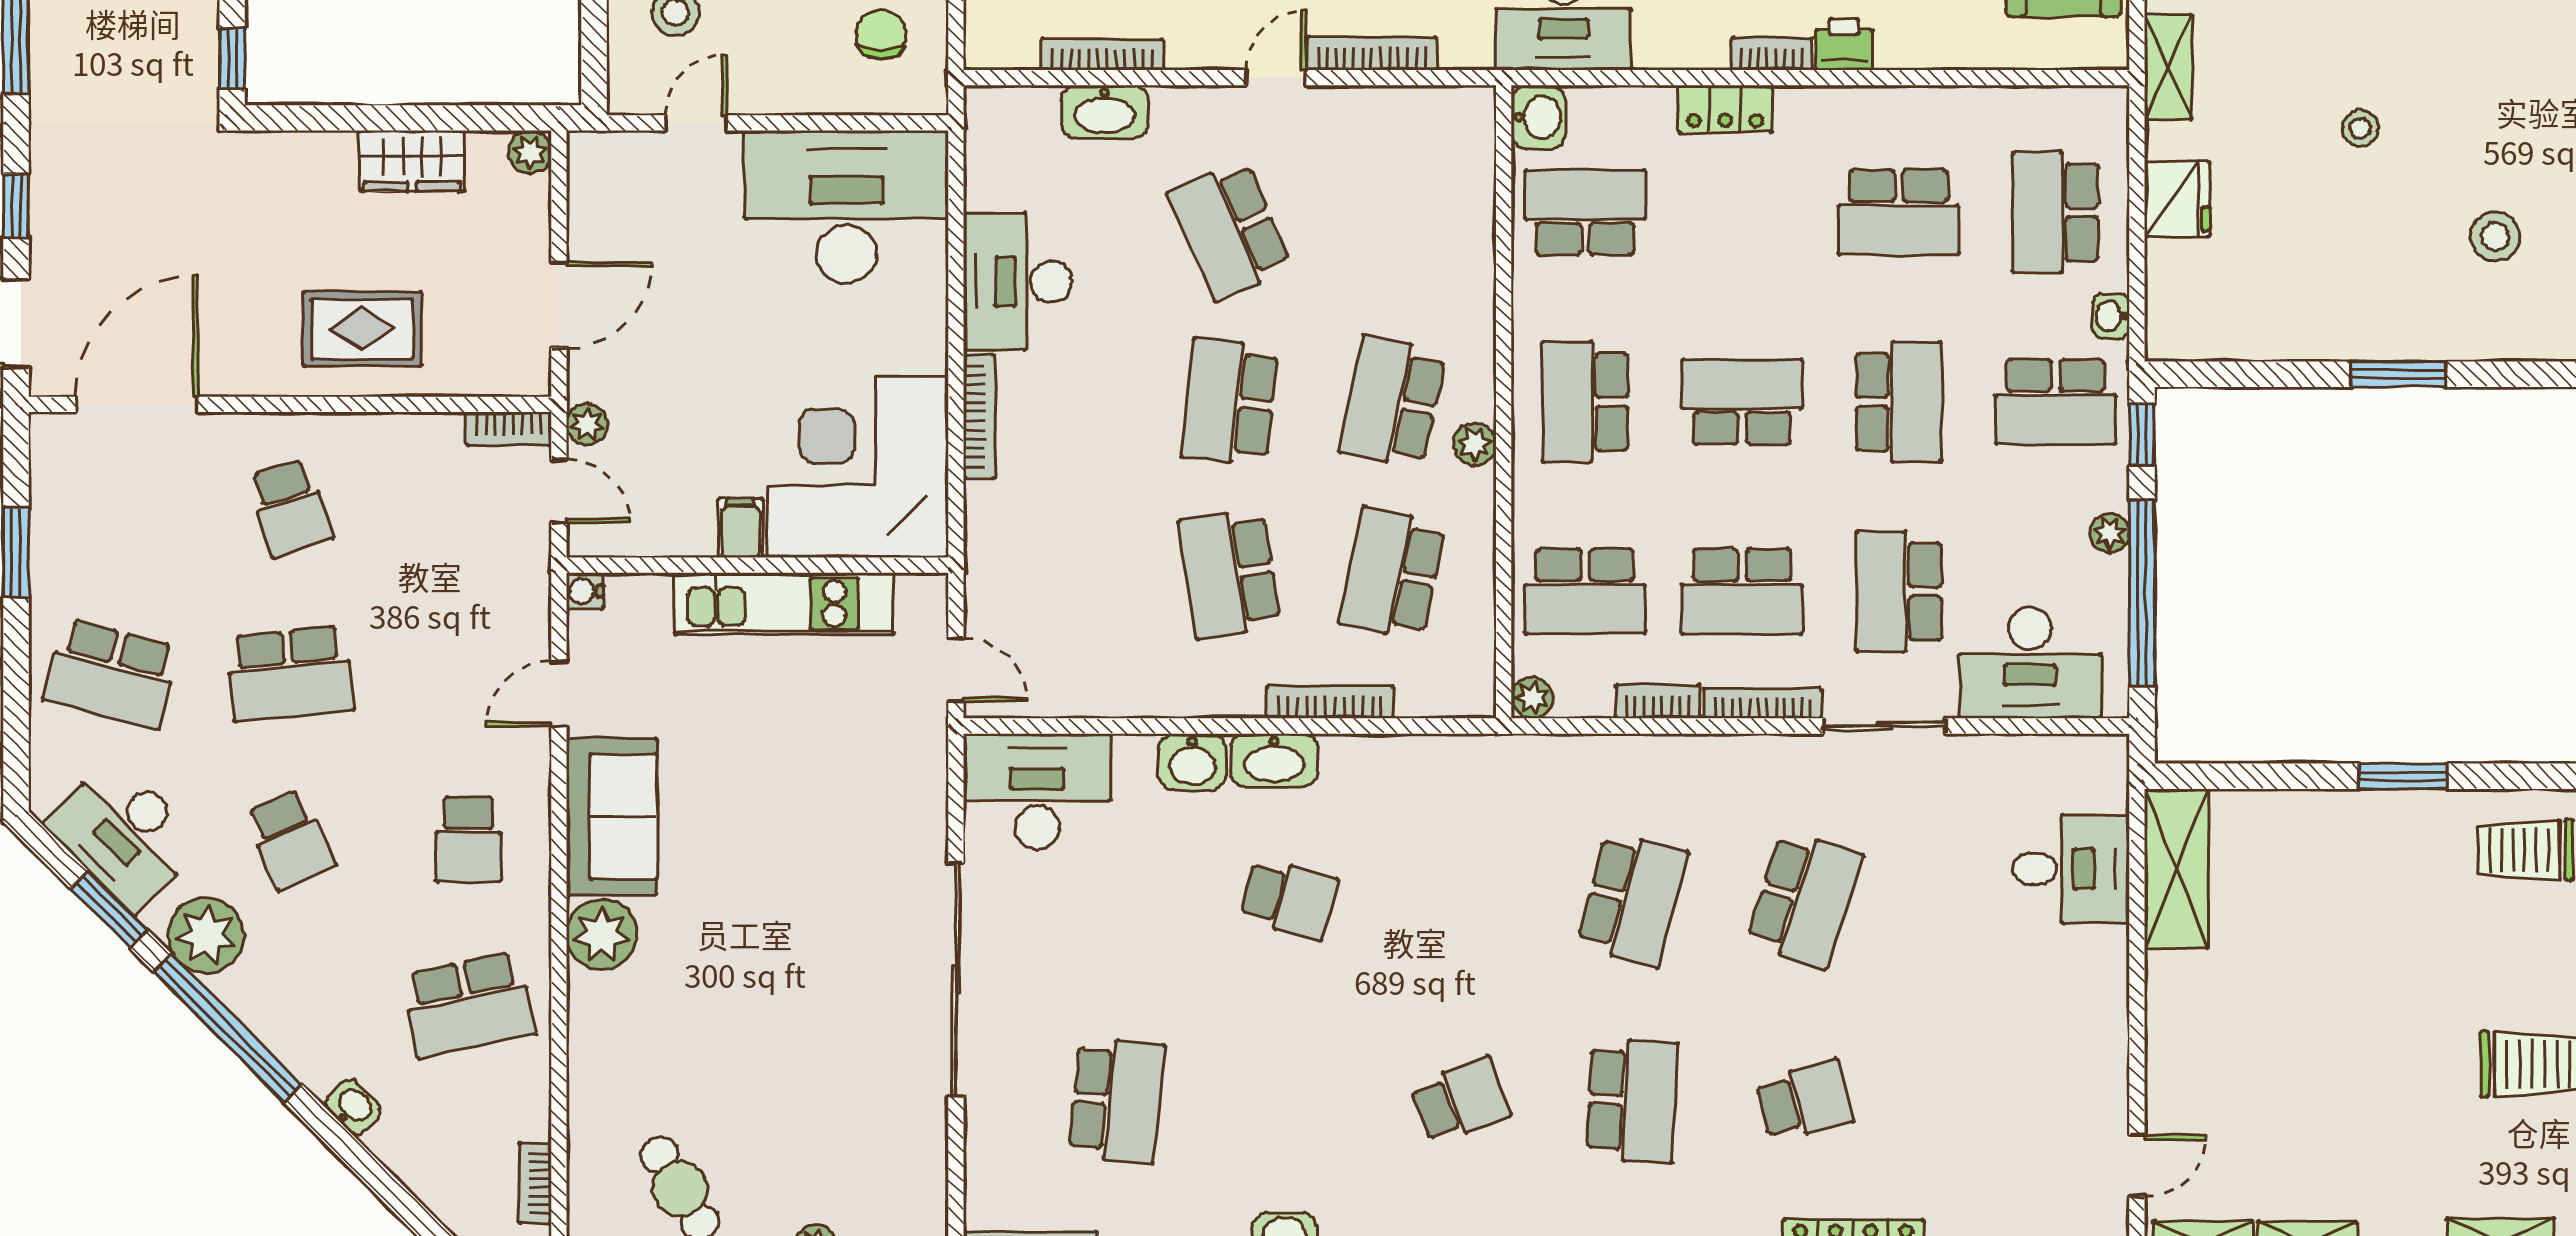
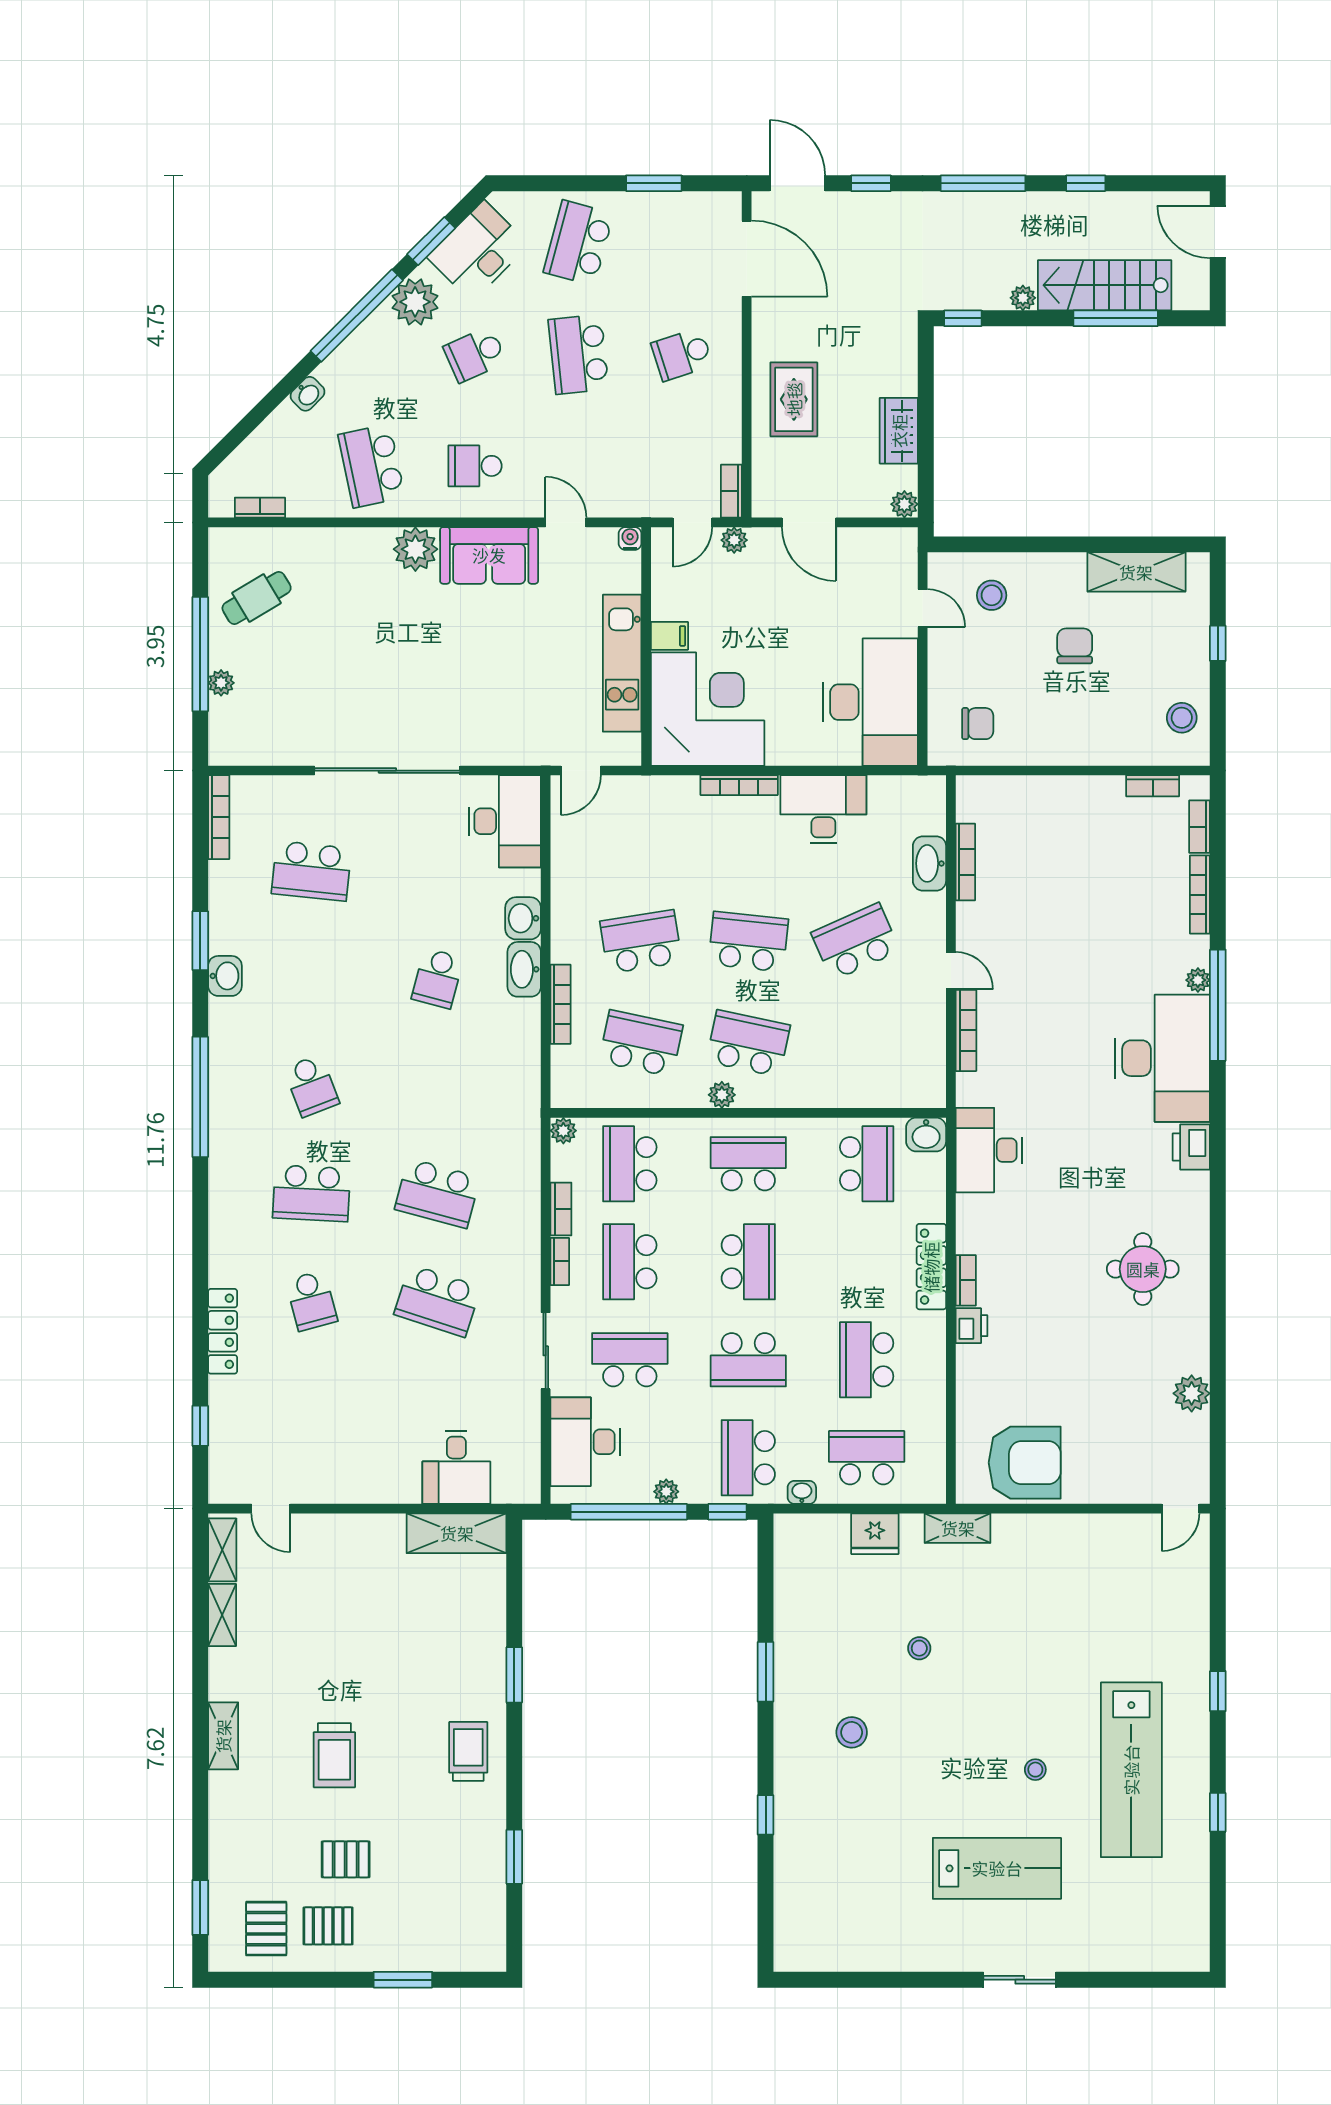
locker: (1725, 109) -> (931, 1267), width x1.53
bookcase: (1763, 703) -> (560, 1261), width x0.64

